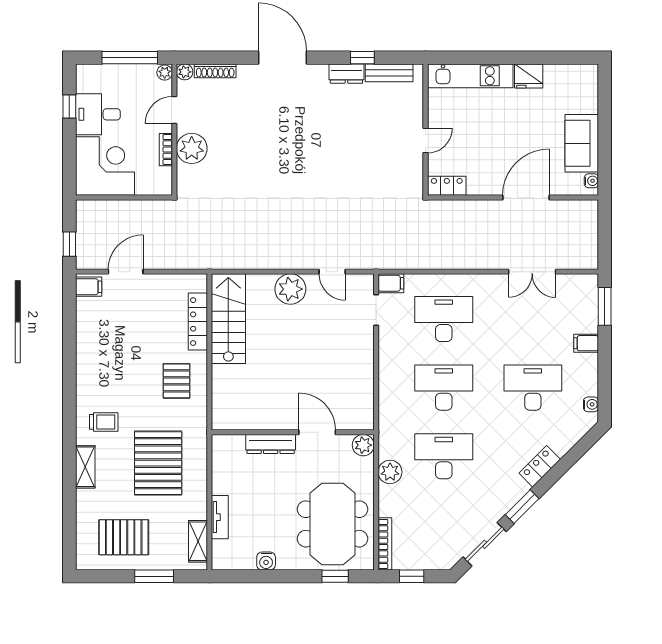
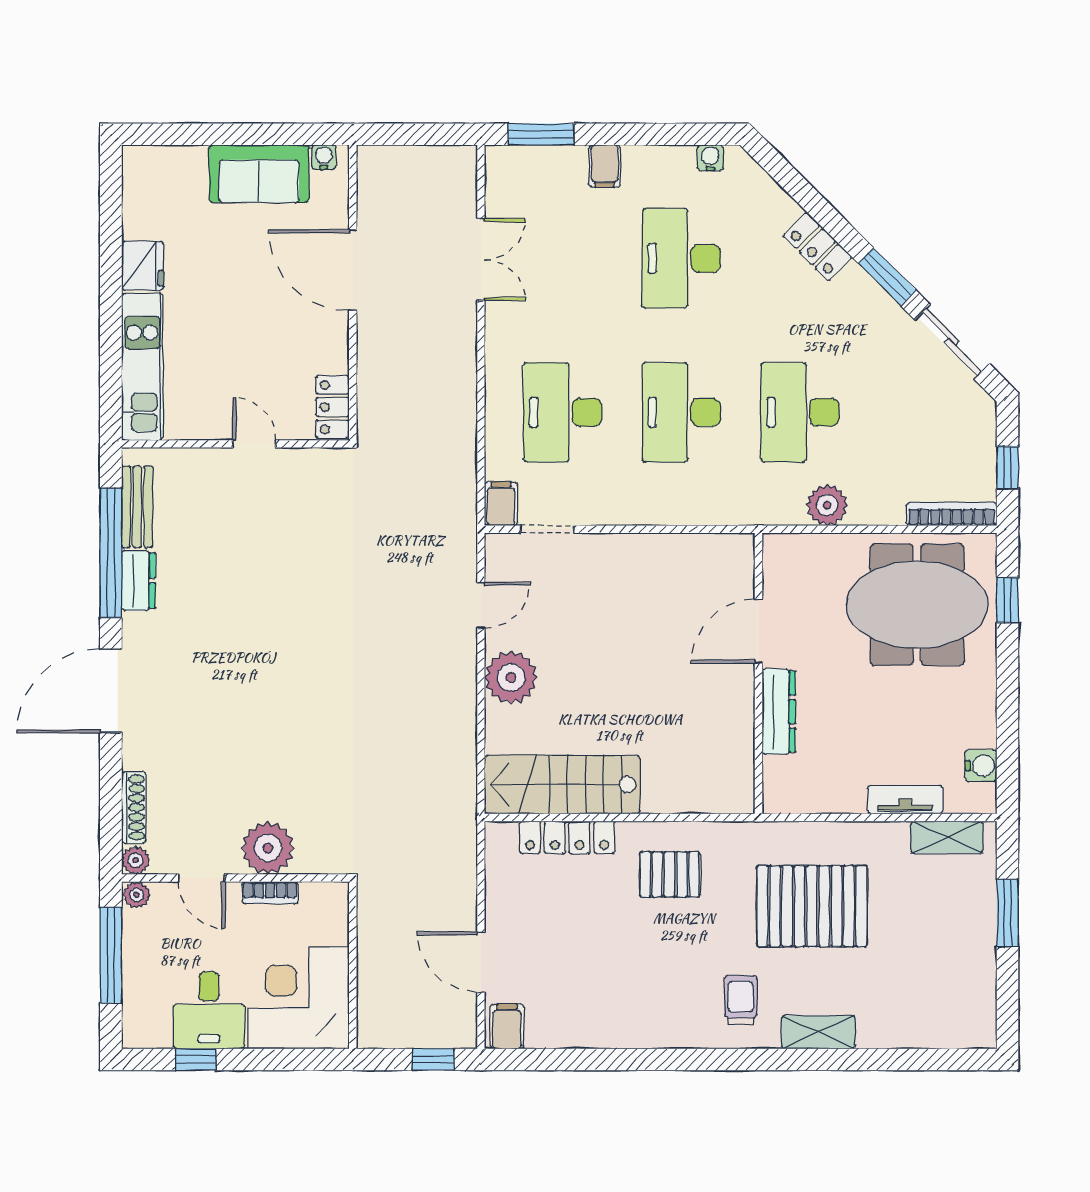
window: (362, 58) -> (111, 553), width x3.17
plant: (363, 445) -> (781, 552), removed
pallet: (124, 537) -> (940, 966), removed
water cooler: (266, 561) -> (981, 766), moved

